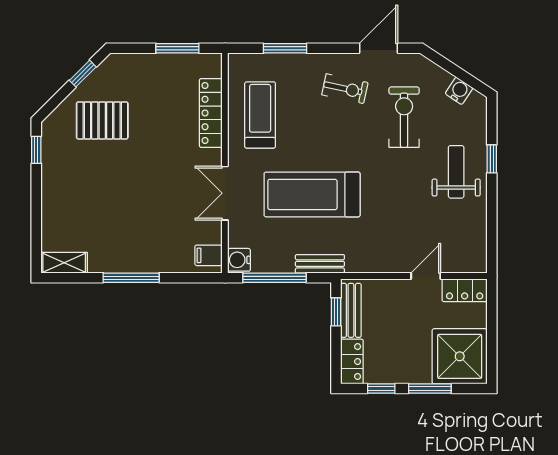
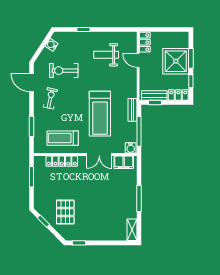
weight bench: (456, 172) -> (106, 55), moved
filing cabinet: (208, 255) -> (124, 162), width x2.00
shower: (460, 356) -> (176, 61), moved

